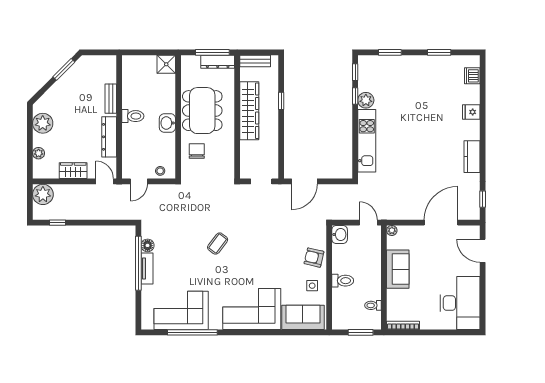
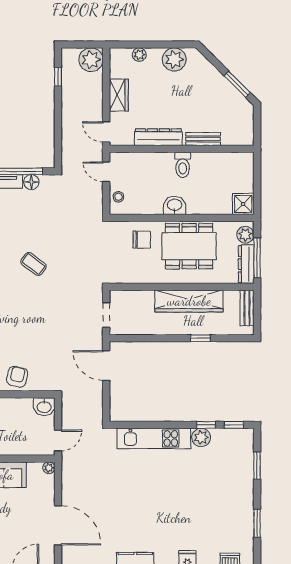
plant: (193, 62) -> (245, 235), added
door: (105, 181) -> (106, 132), swing flipped

